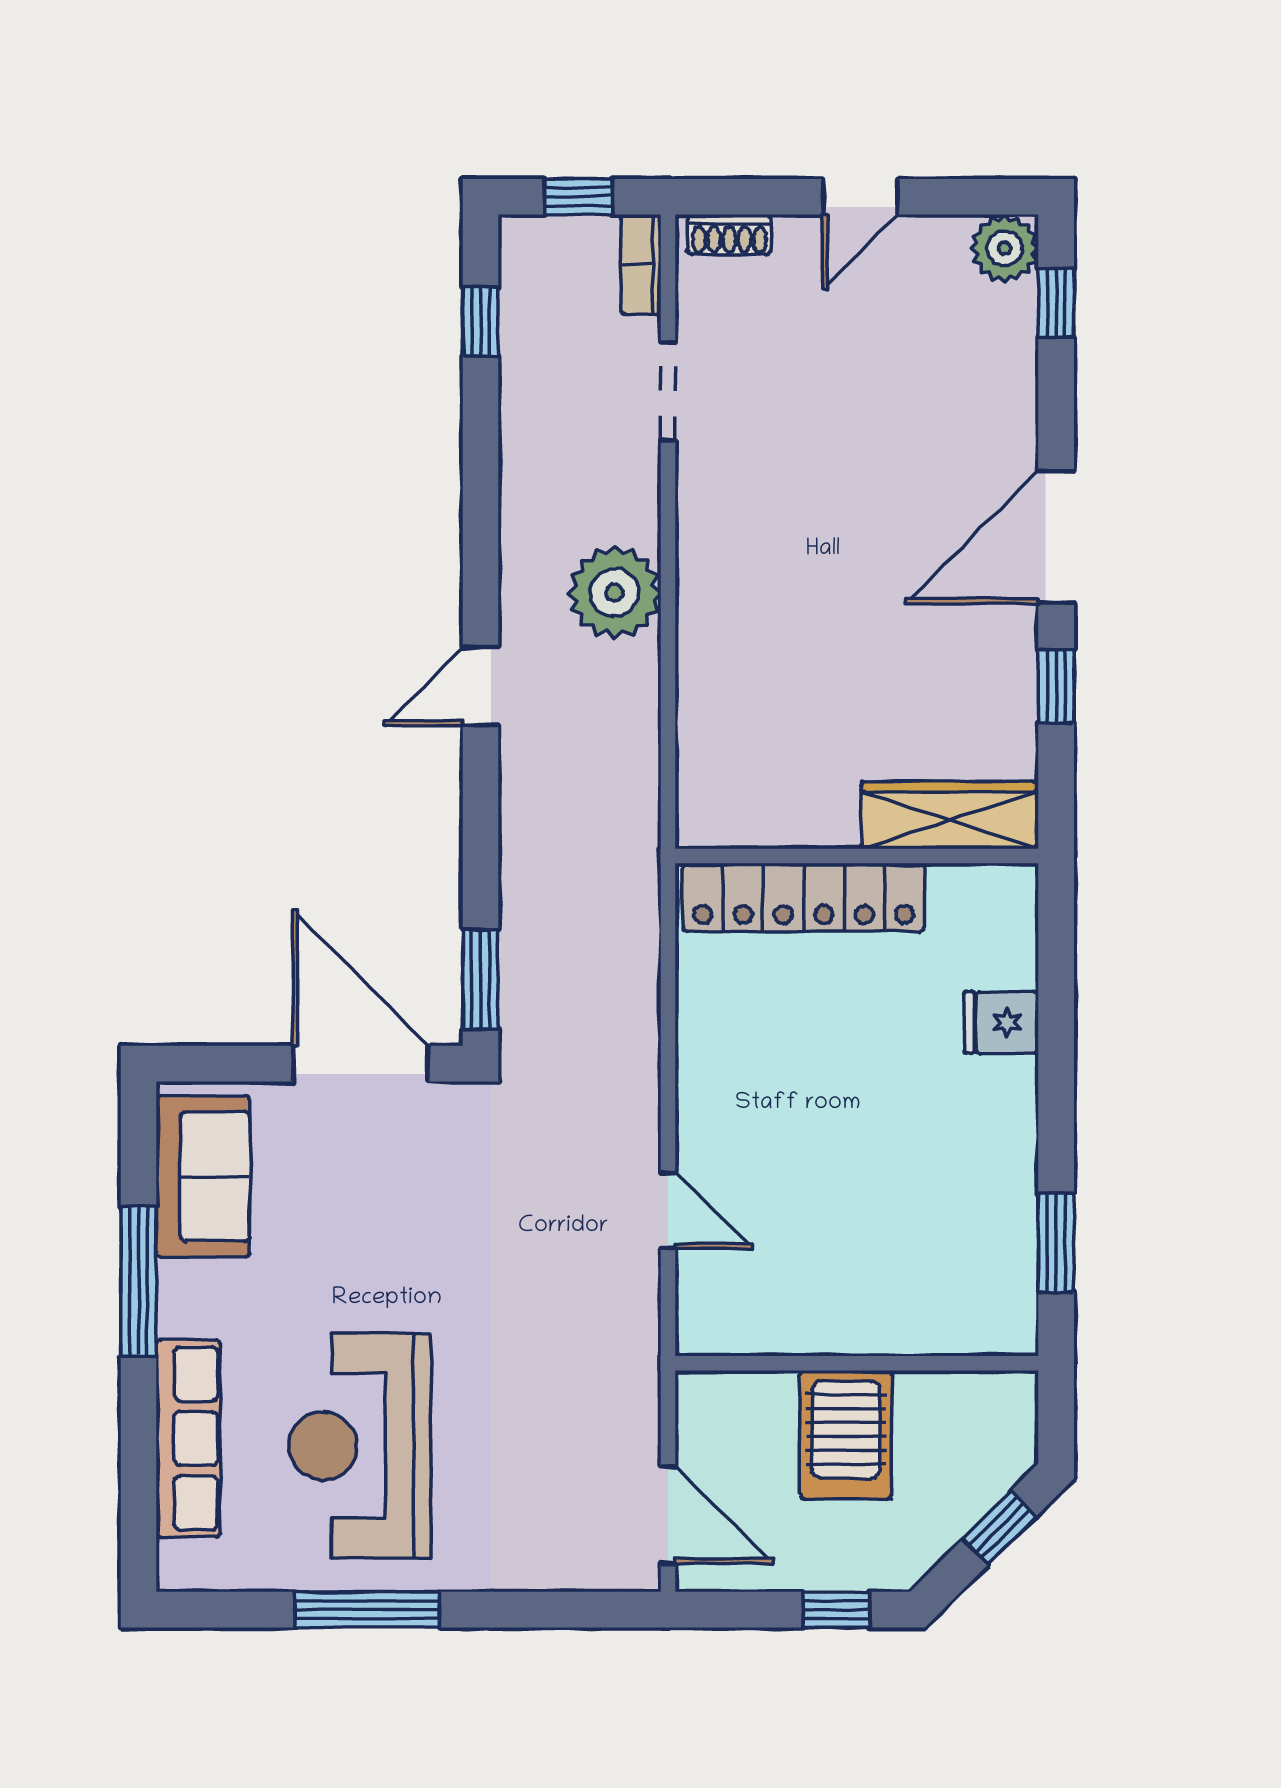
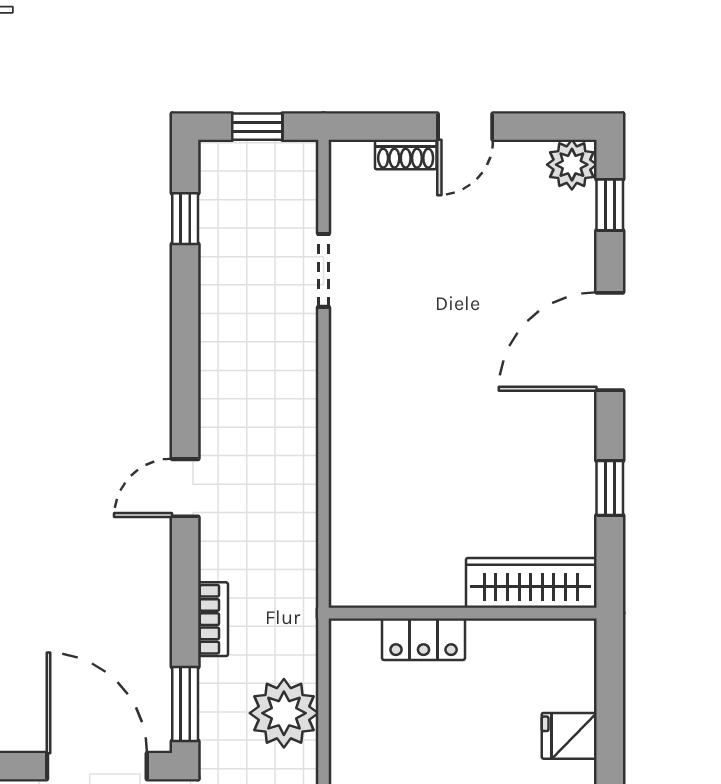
shoe rack: (729, 235) -> (406, 155), moved
bookcase: (641, 265) -> (213, 619), moved, turned 180
door: (1056, 537) -> (610, 342), moved
plant: (614, 593) -> (284, 713), moved
locker: (804, 897) -> (424, 639), width x0.46, depth x0.83

